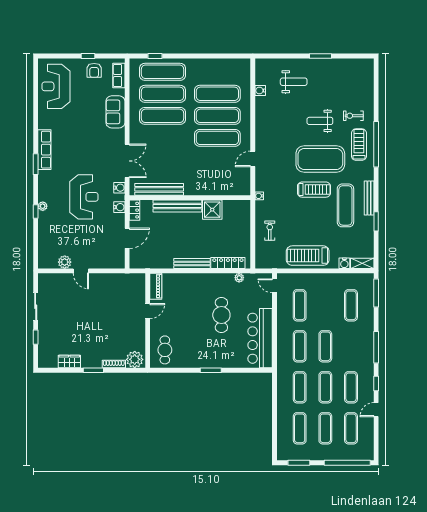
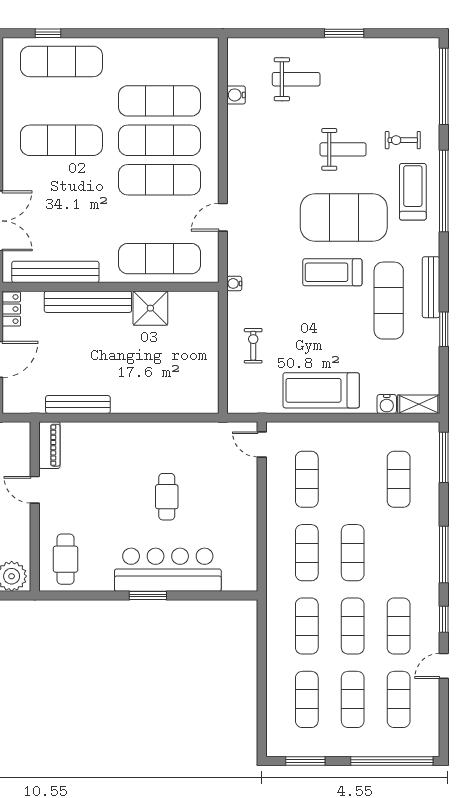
window: (376, 86) -> (444, 86), added
exercise mat: (163, 94) -> (160, 259), moved
weight bench: (320, 121) -> (343, 149), turned 180
treadmill: (314, 190) -> (332, 272), turned 180
bench: (192, 263) -> (78, 404), moved
locker: (228, 263) -> (178, 403), removed
plant: (239, 278) -> (199, 430), removed
door: (148, 311) -> (35, 490), swing flipped
cafe table: (221, 315) -> (167, 497), width x0.73, depth x0.74
bar counter: (260, 338) -> (168, 570), moved, turned 90

